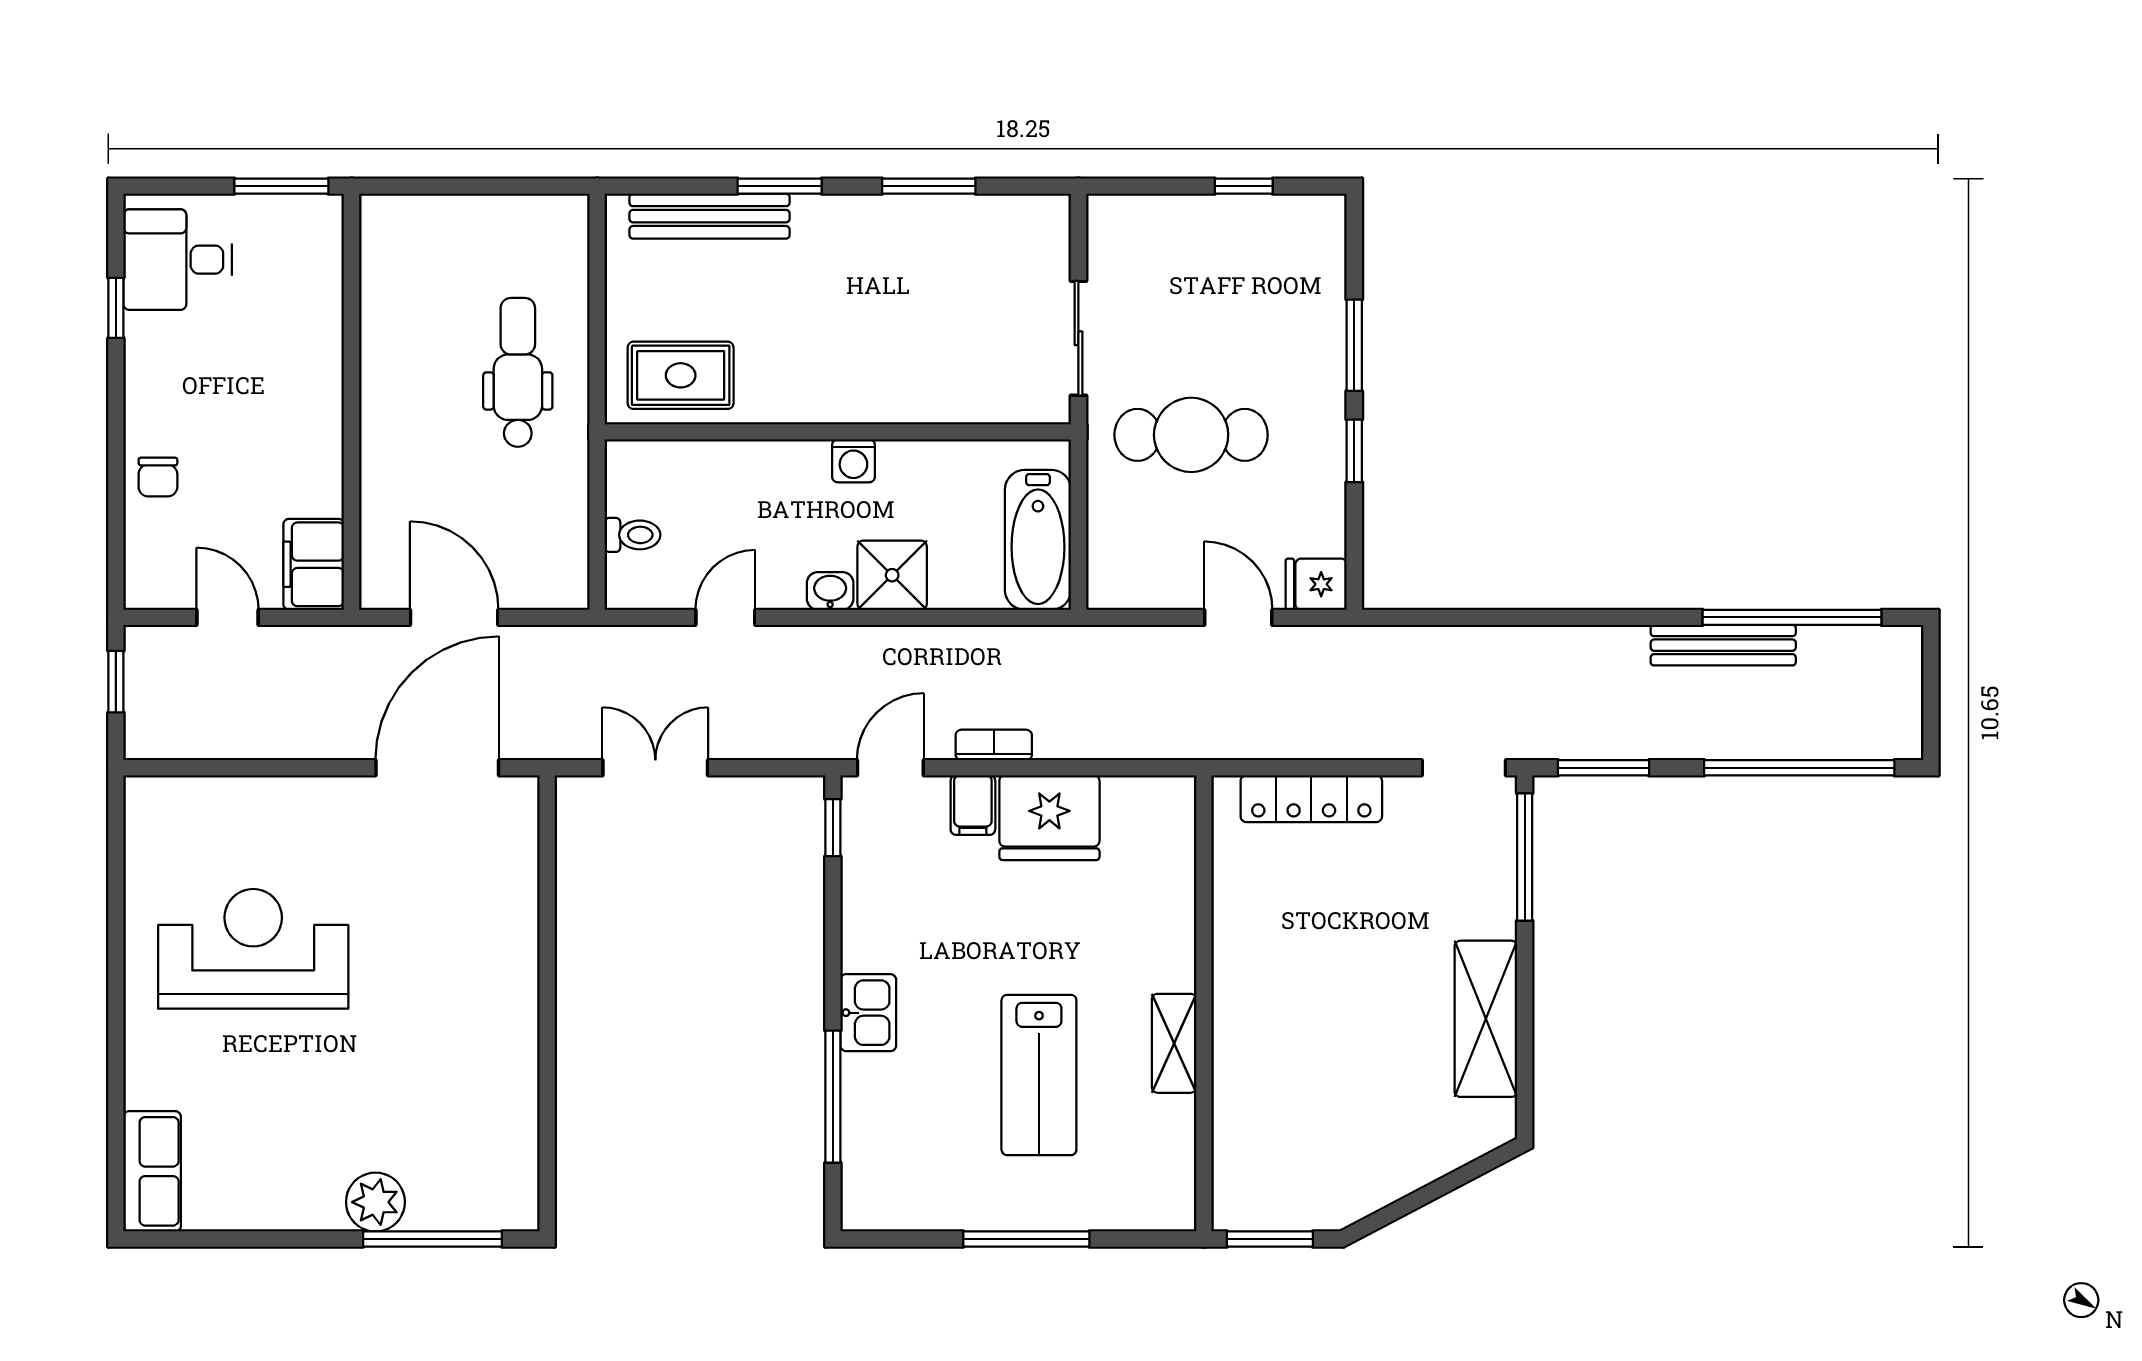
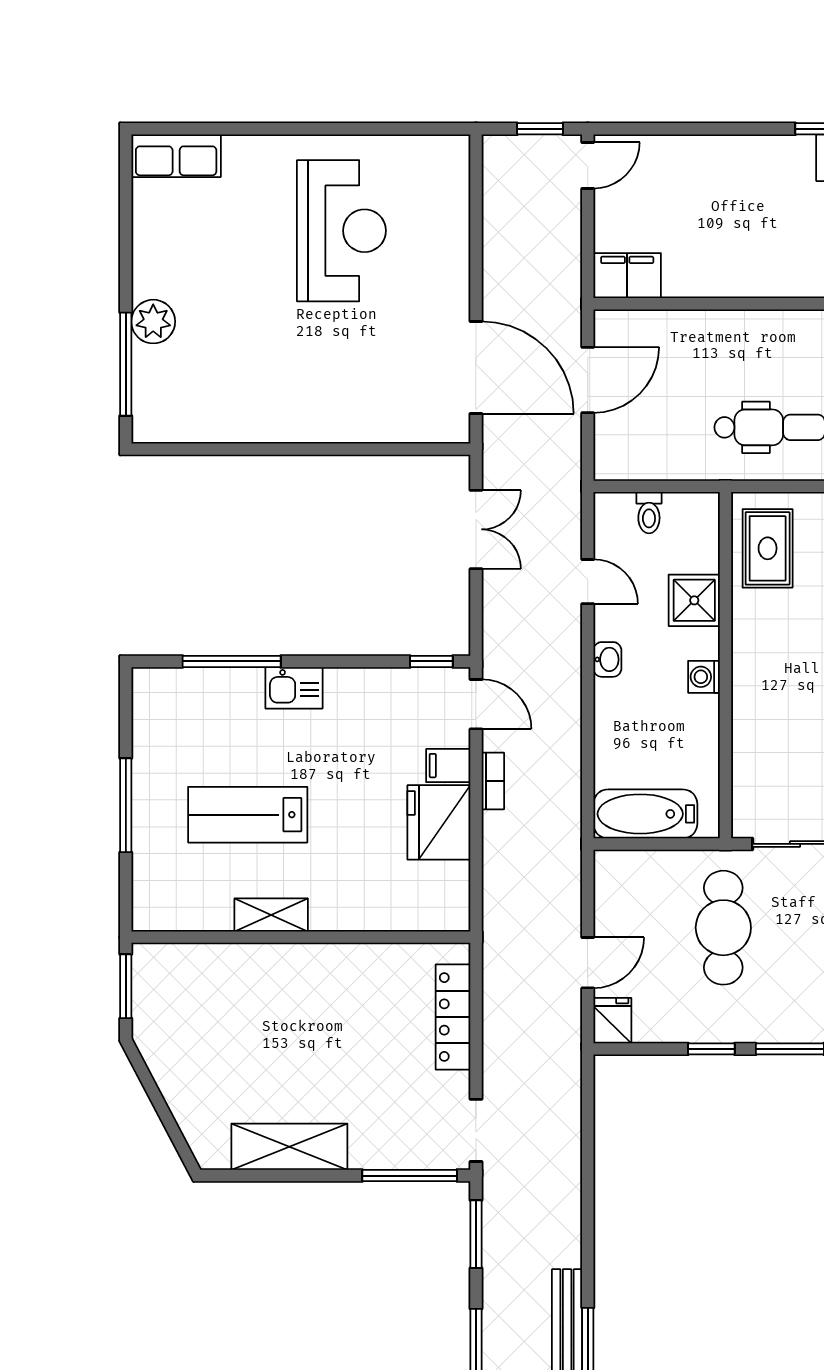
chair: (158, 477) -> (692, 160), removed
shower: (892, 575) -> (694, 600), moved
door: (227, 617) -> (588, 165), moved

